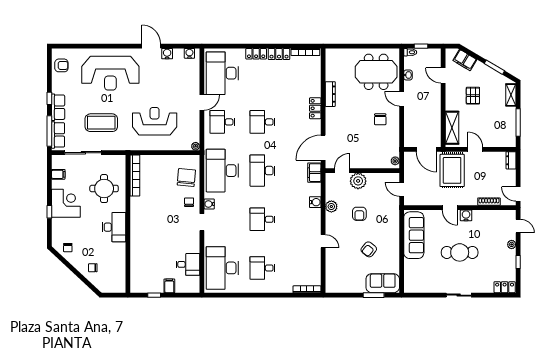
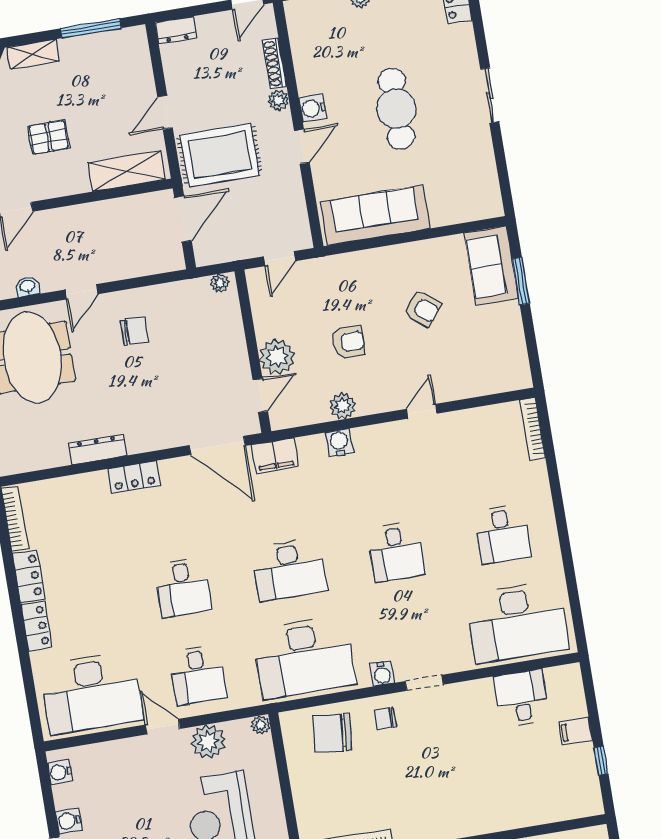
plant: (192, 122) -> (208, 742), added
door: (342, 171) -> (260, 396), swing flipped
plant: (472, 201) -> (278, 100), added

